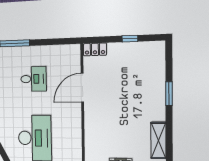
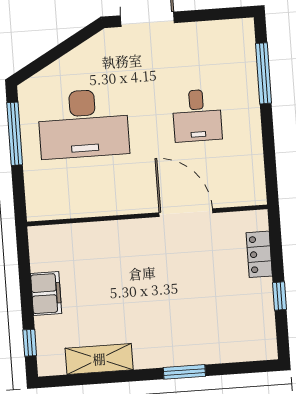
locker: (95, 49) -> (259, 254), moved

